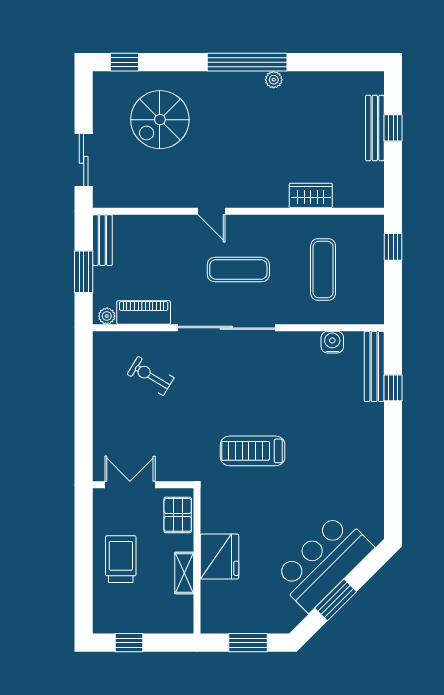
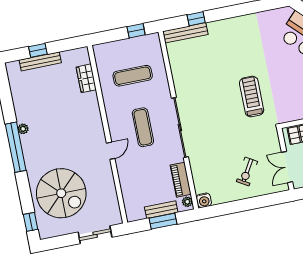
spiral stairs: (160, 120) -> (61, 193), width x1.37, depth x1.37
wardrobe: (311, 195) -> (86, 78), moved
bench: (102, 240) -> (161, 210), moved
window: (393, 247) -> (136, 31), moved
water cooler: (332, 342) -> (204, 200), moved, turned -90
exercise bike: (151, 376) -> (247, 171), moved
treadmill: (253, 451) -> (252, 97), turned 180

